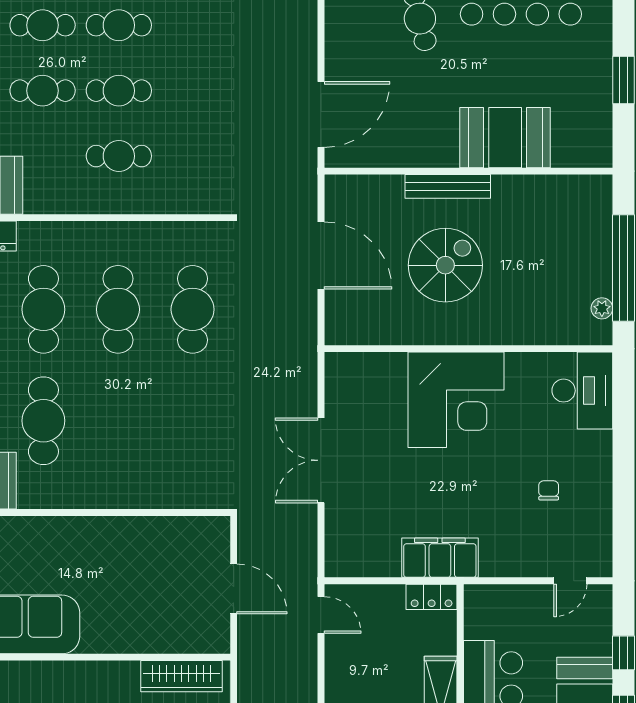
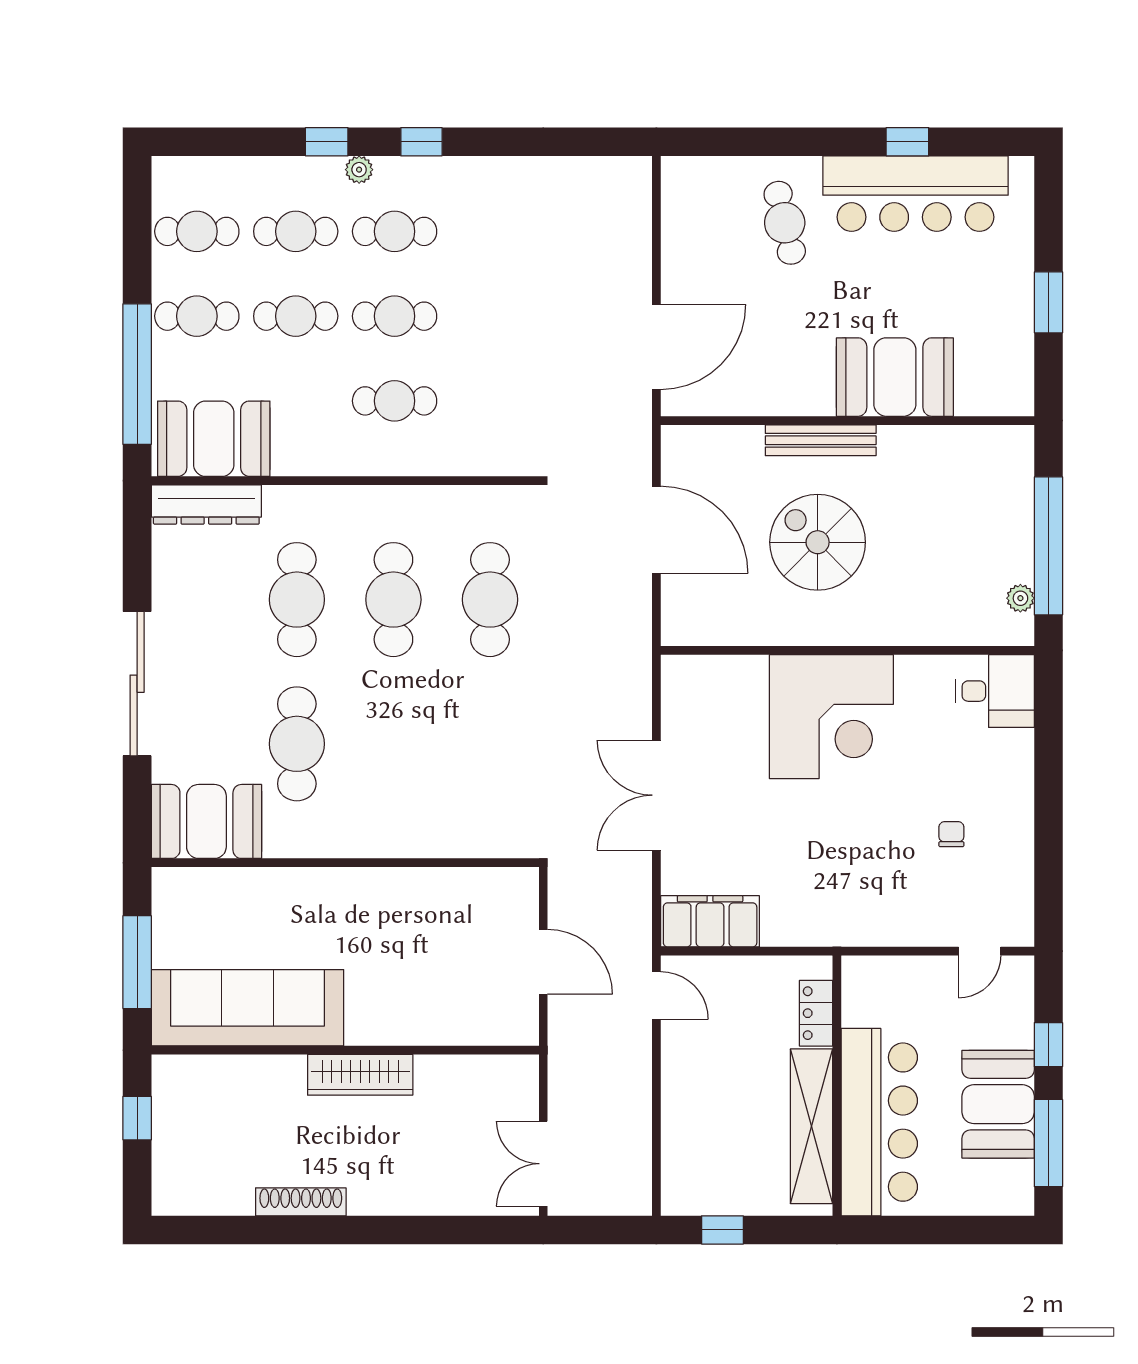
spiral stairs: (445, 265) -> (818, 542), turned -90
desk: (582, 391) -> (995, 691), width x0.73
filing cabinet: (440, 558) -> (710, 921), moved
locker: (432, 597) -> (816, 1013), moved, turned 90
wardrobe: (182, 676) -> (360, 1075), moved

